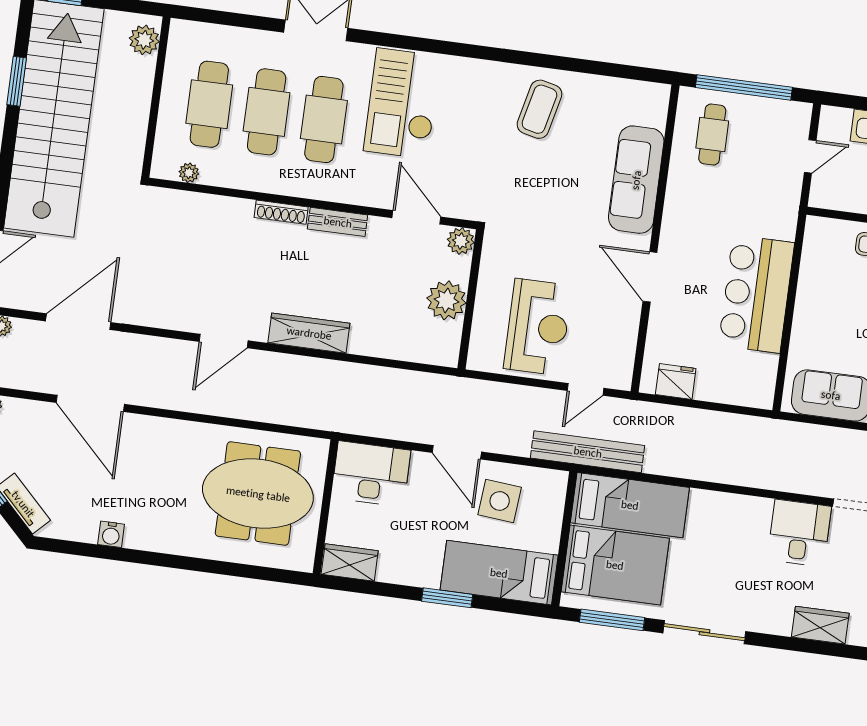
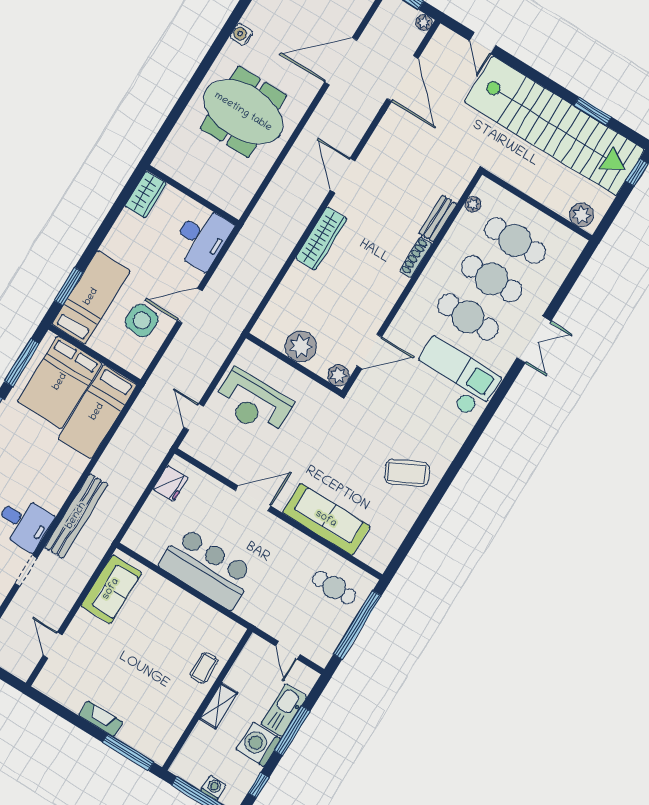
coffee table: (539, 109) -> (407, 473), turned -39
bench: (338, 222) -> (438, 219), moved
bench: (588, 452) -> (76, 516), moved
meeting table: (258, 494) -> (243, 112), moved, turned 90
window: (447, 598) -> (69, 286), moved

